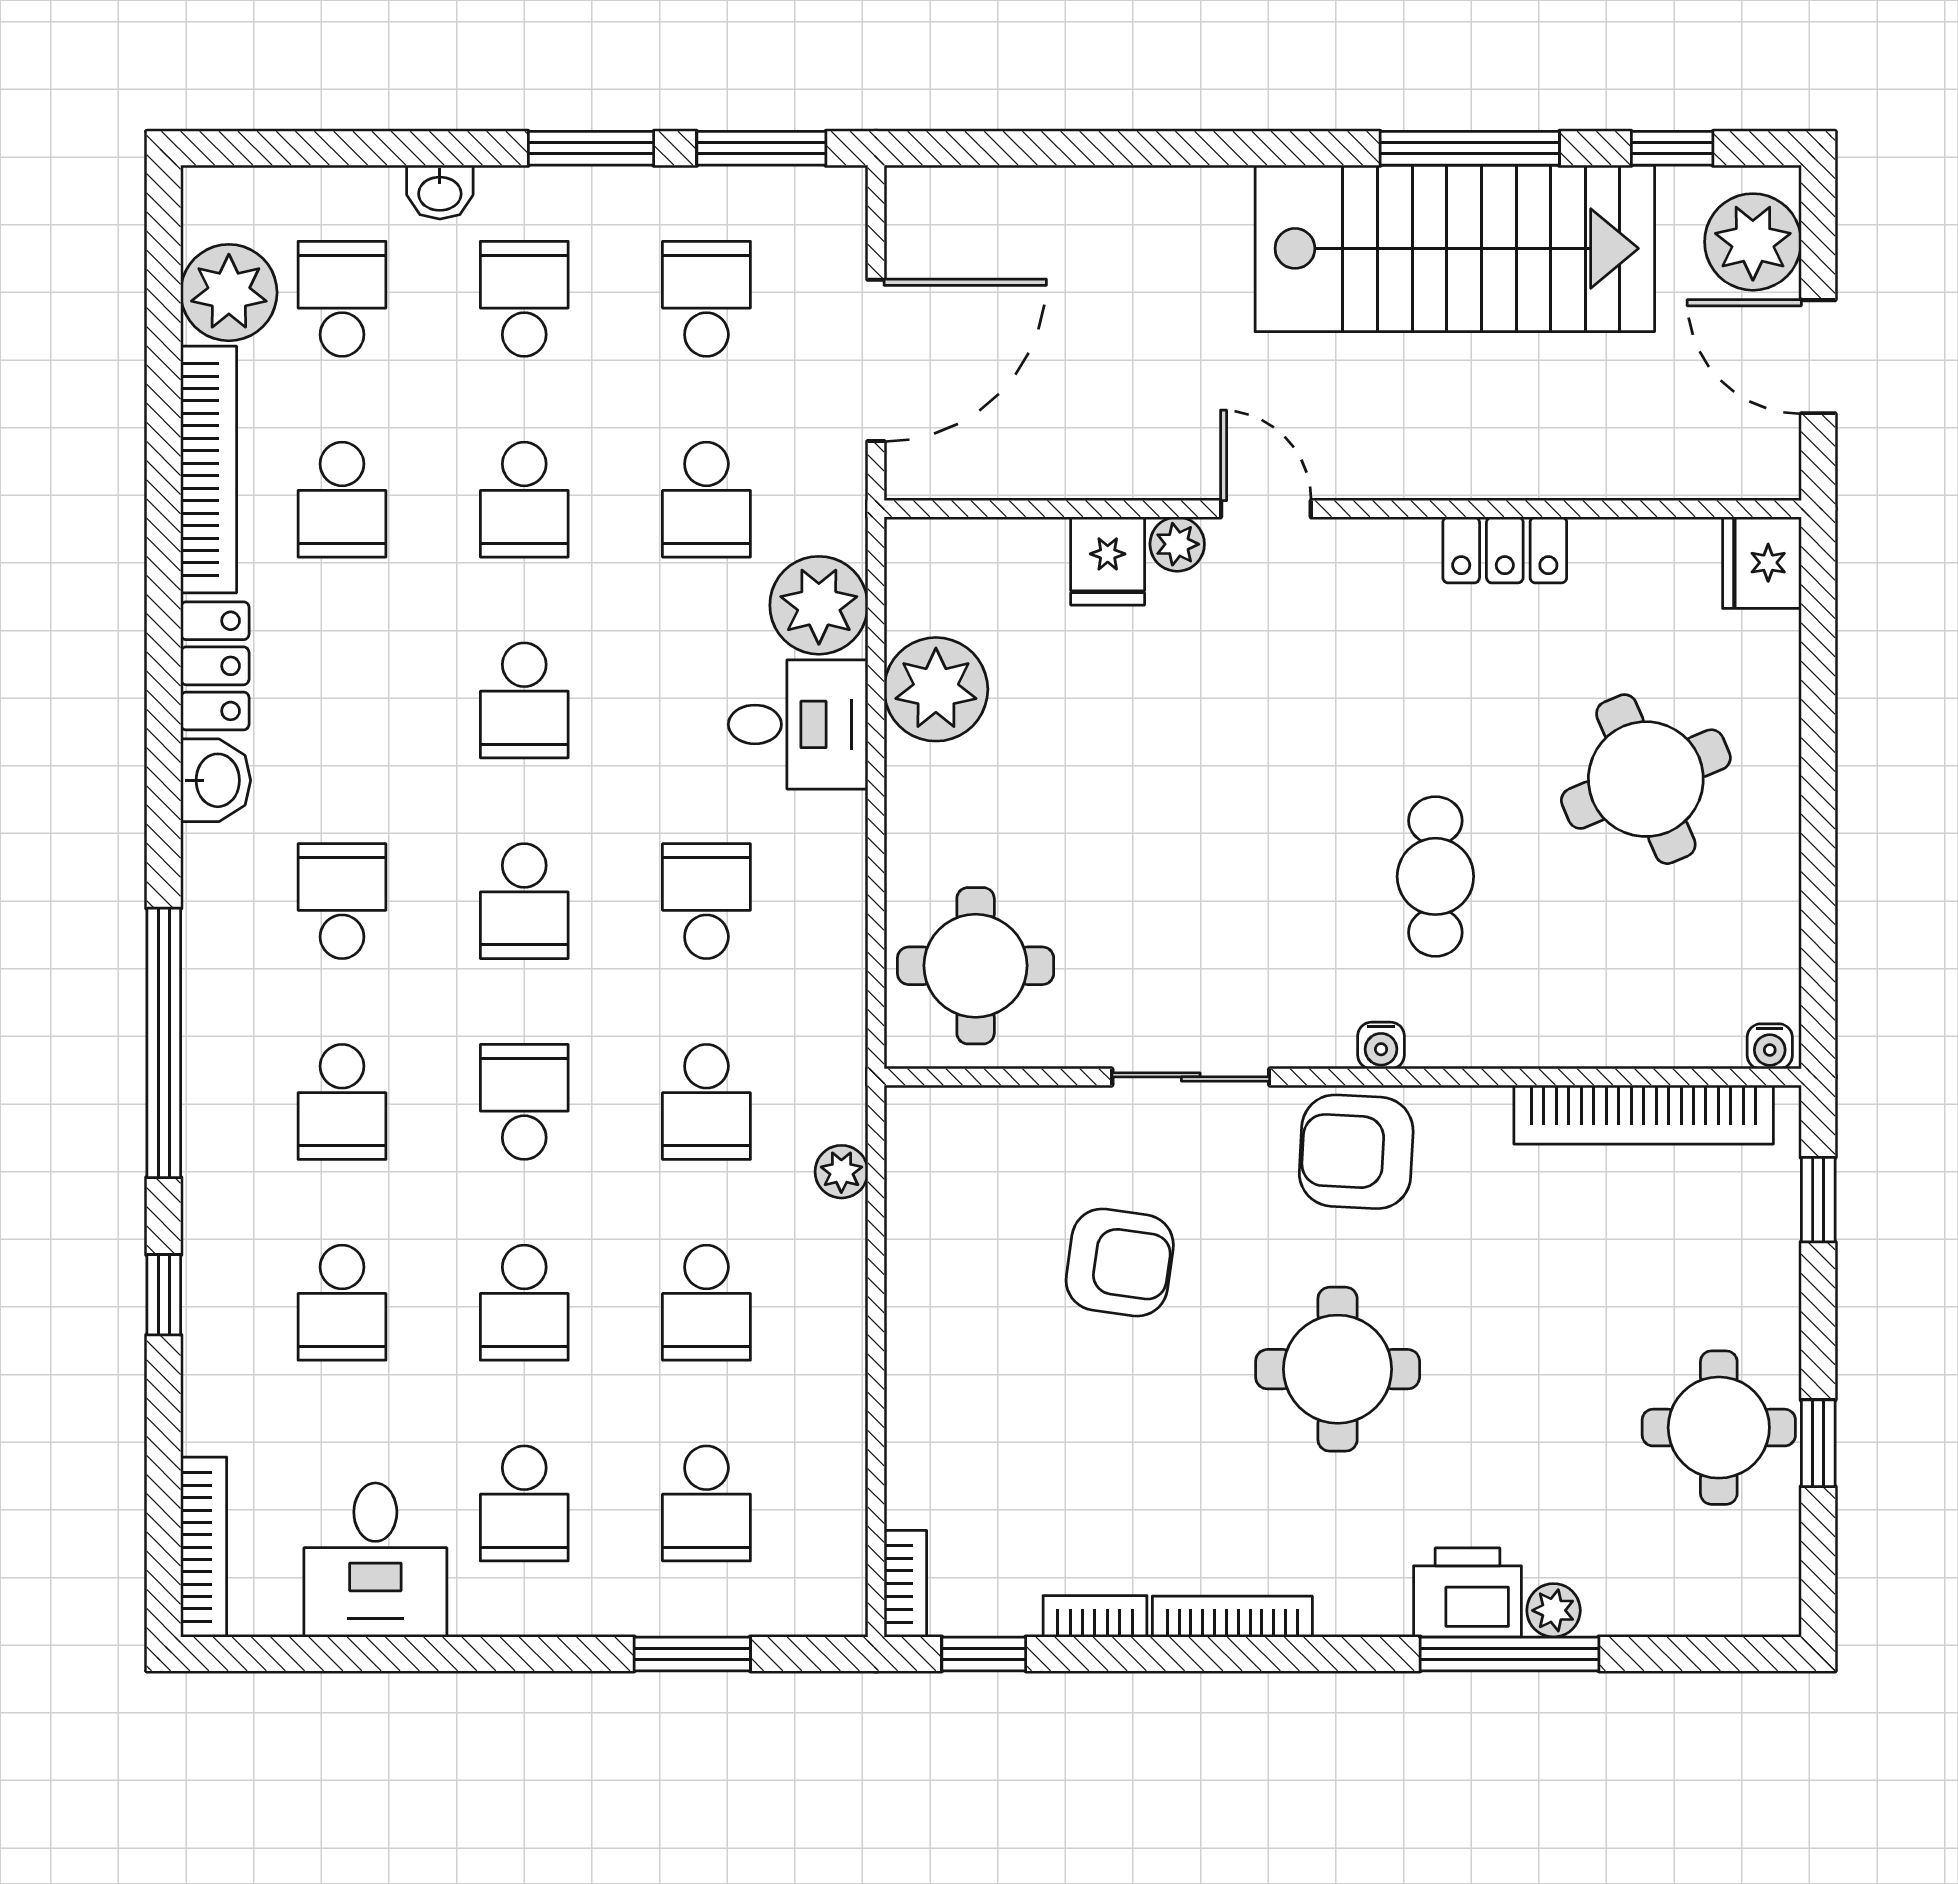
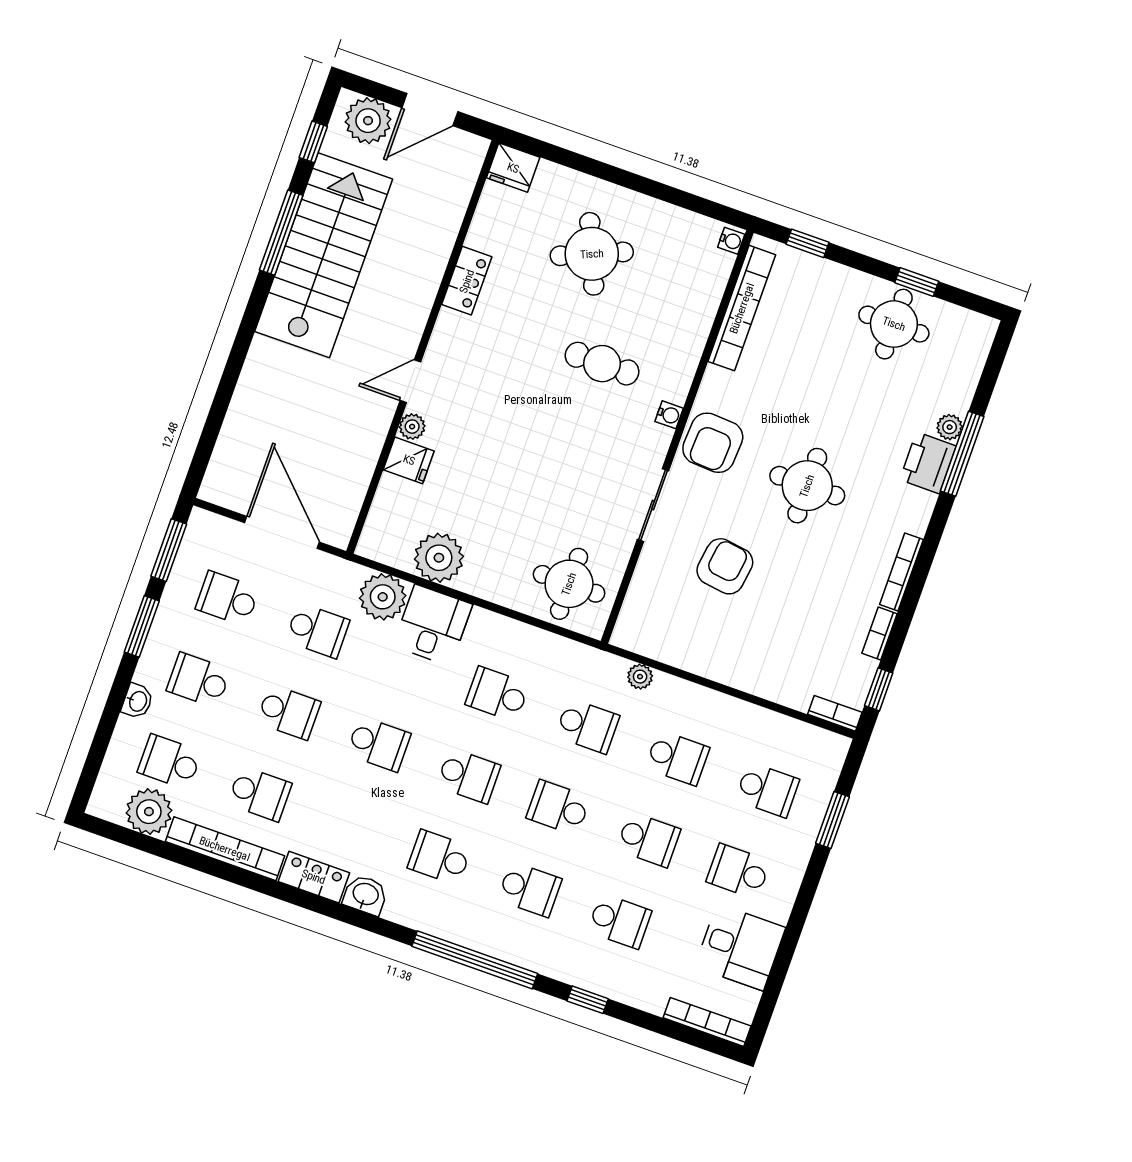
school desk: (524, 1503) -> (738, 871), turned 180

